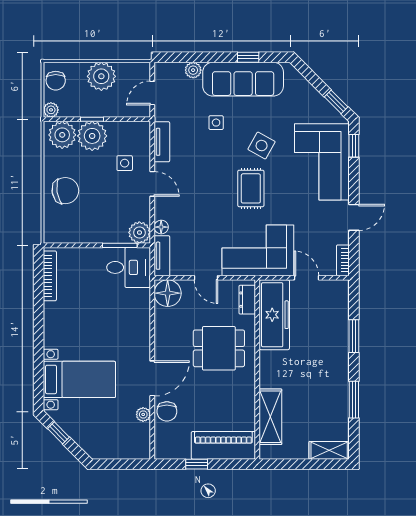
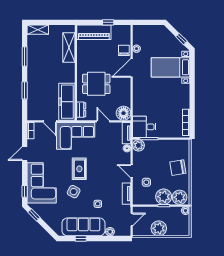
chair: (56, 81) -> (183, 226), removed

